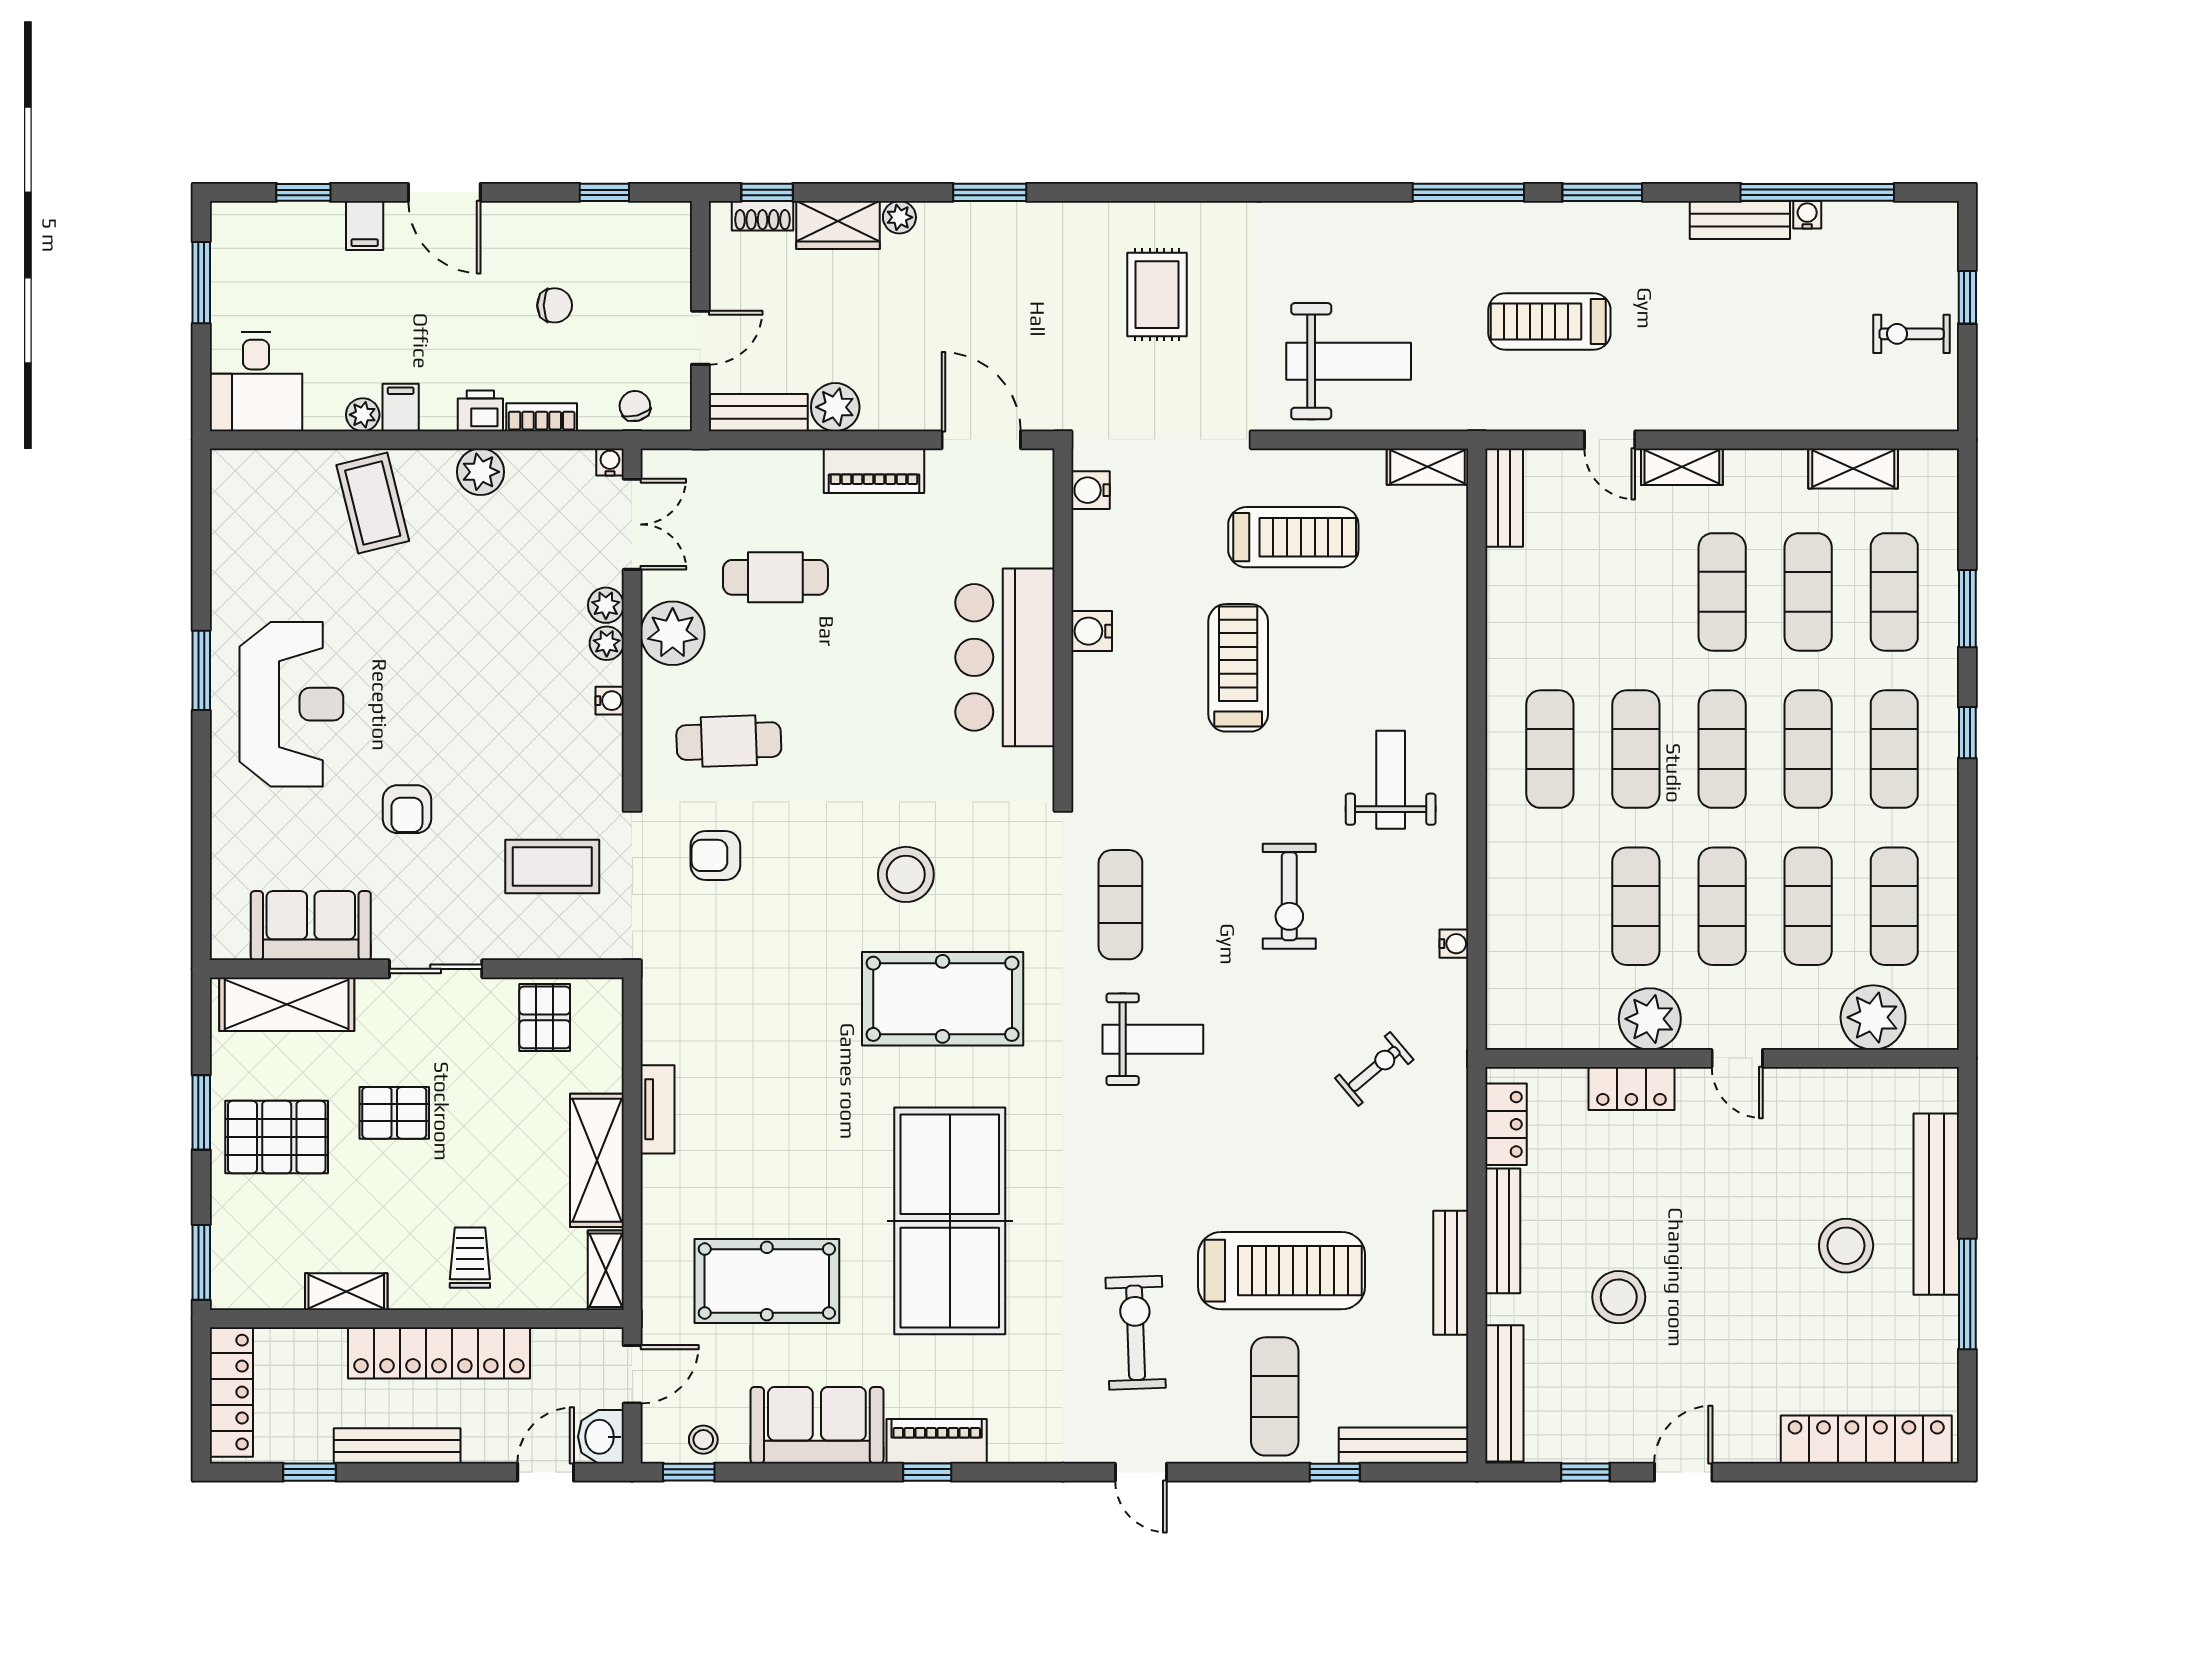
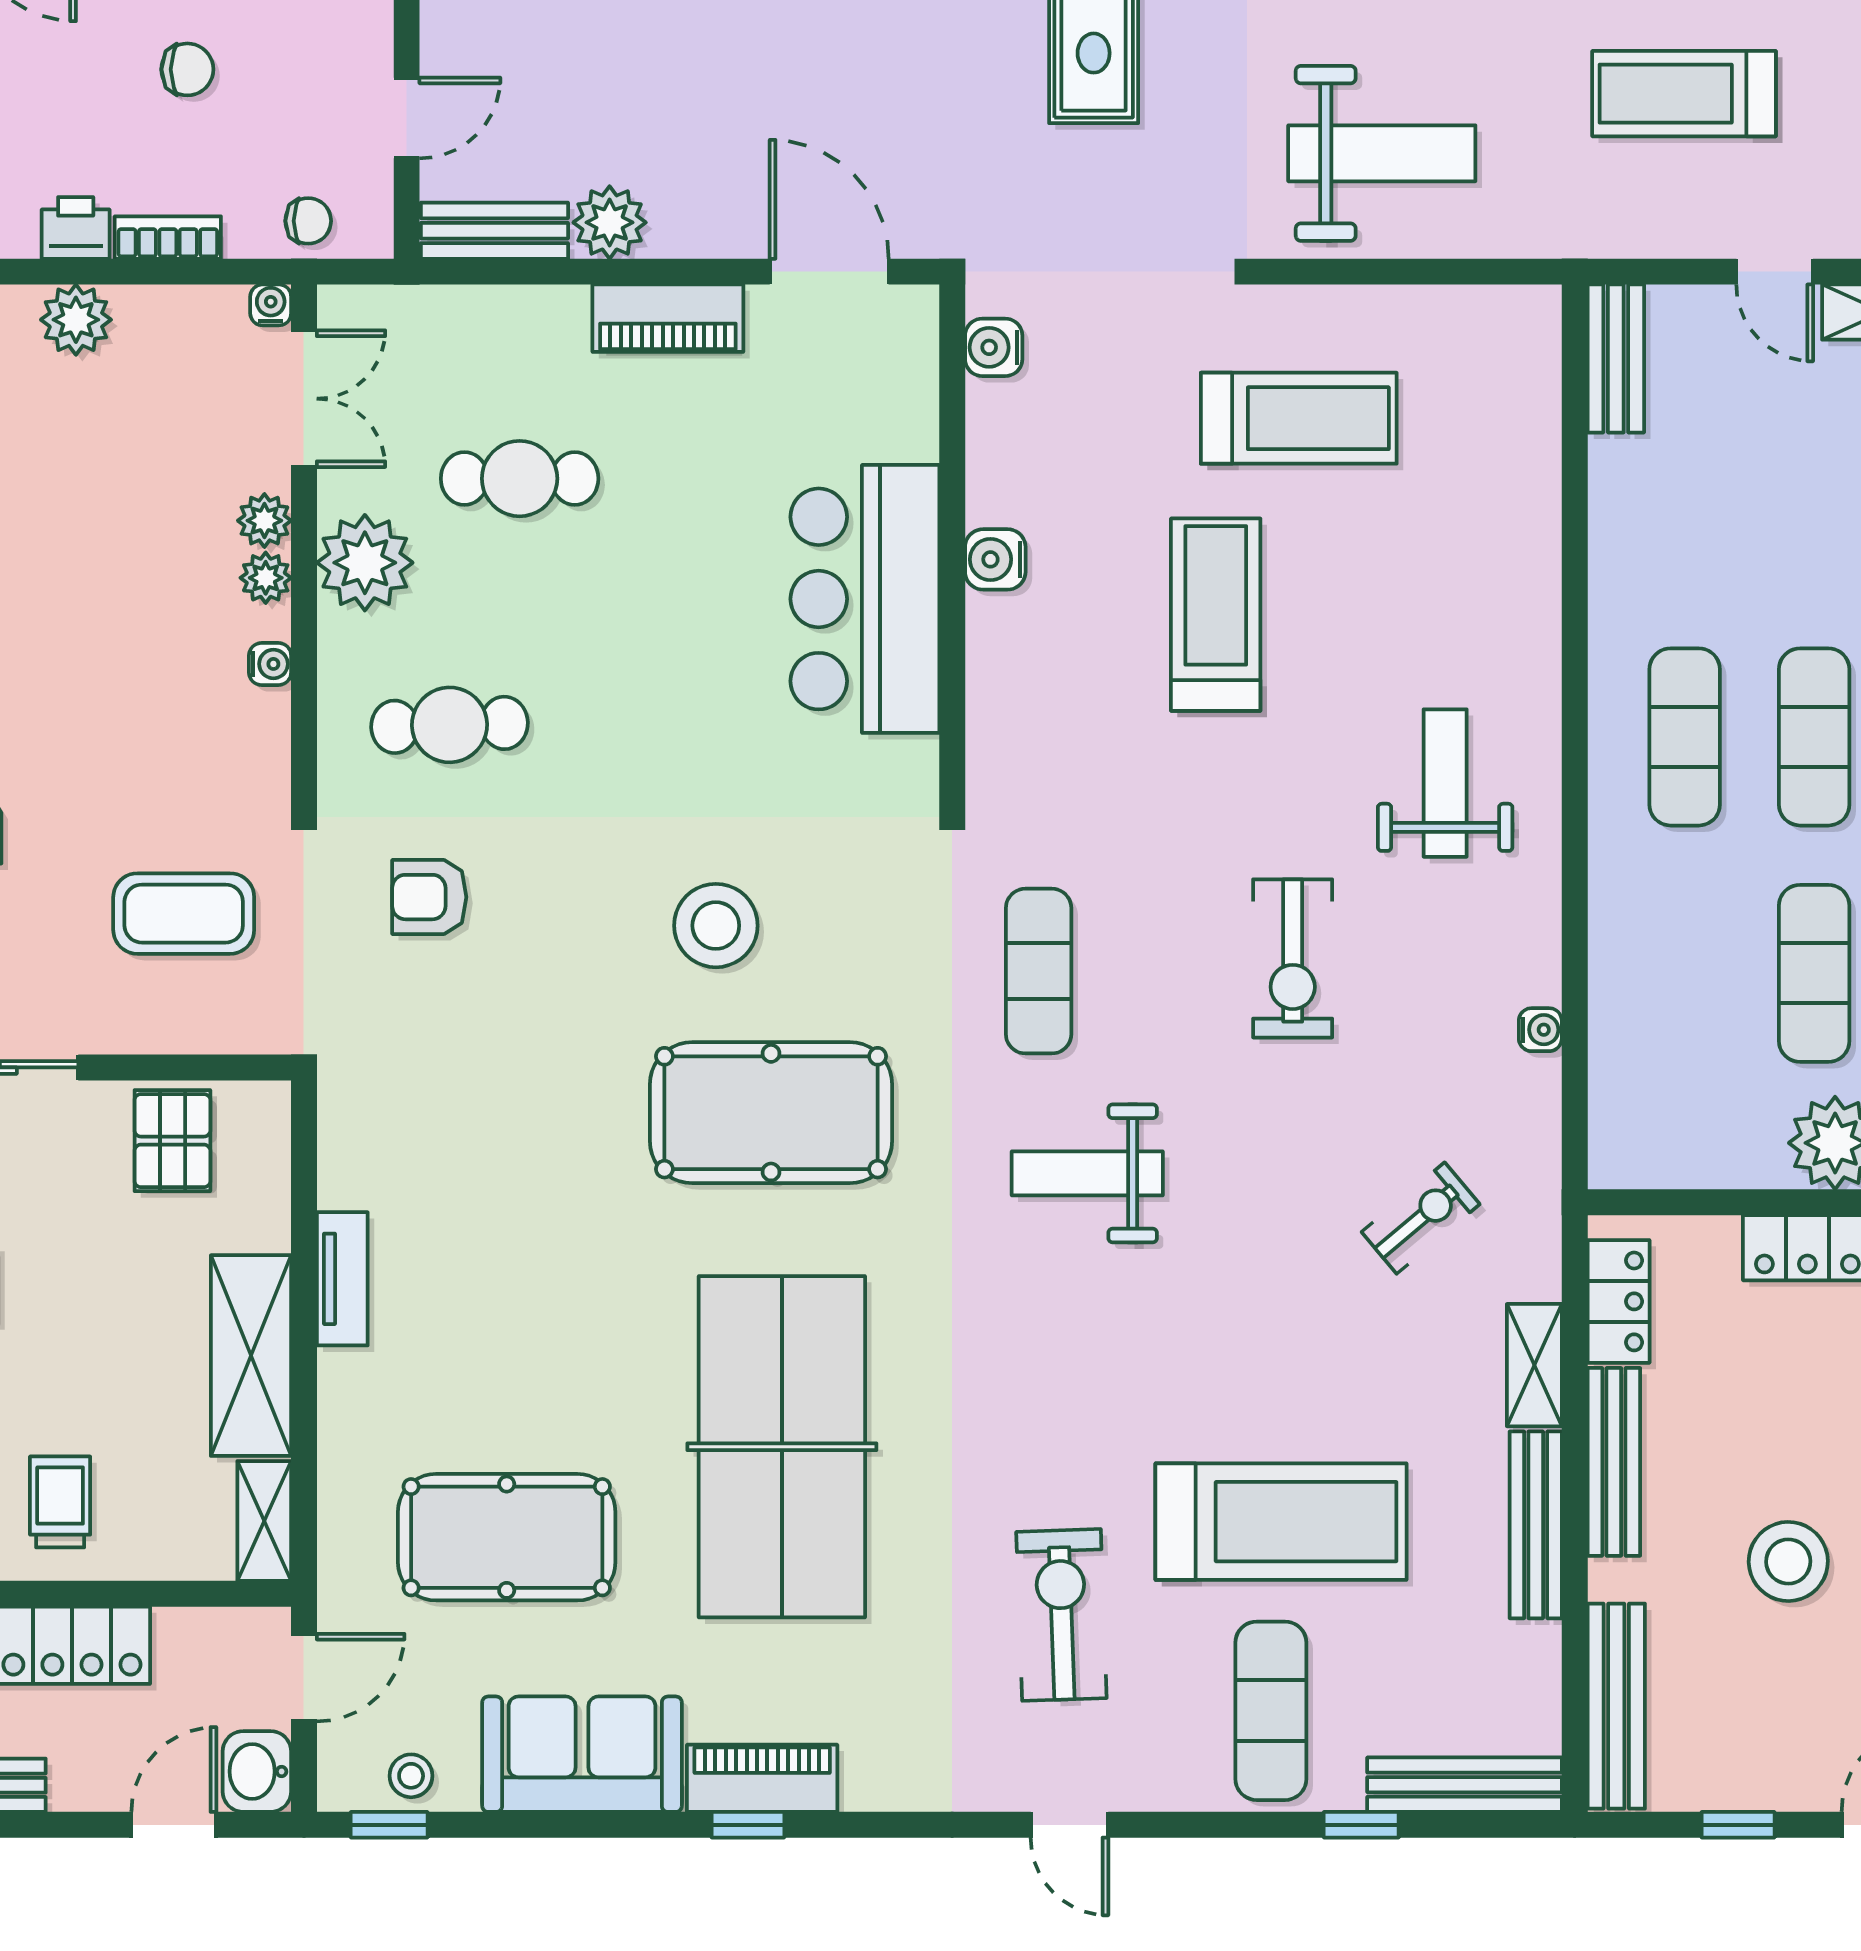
chair: (635, 406) -> (308, 221), turned 105
shelving: (1428, 467) -> (1534, 1365), moved, turned 90
weight bench: (1153, 1039) -> (1087, 1173), turned 180

